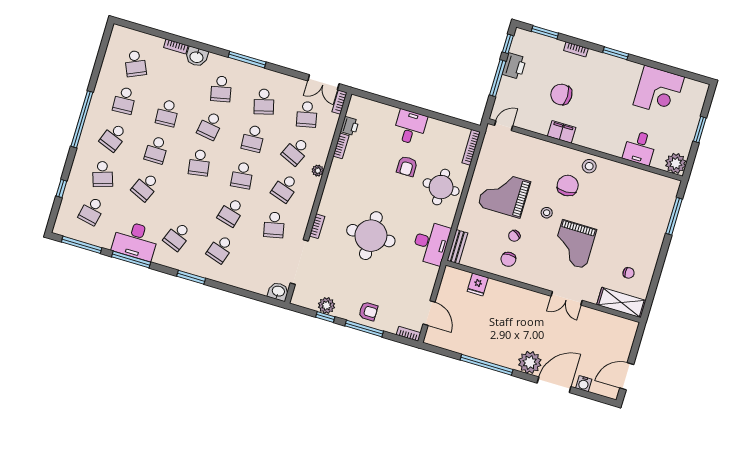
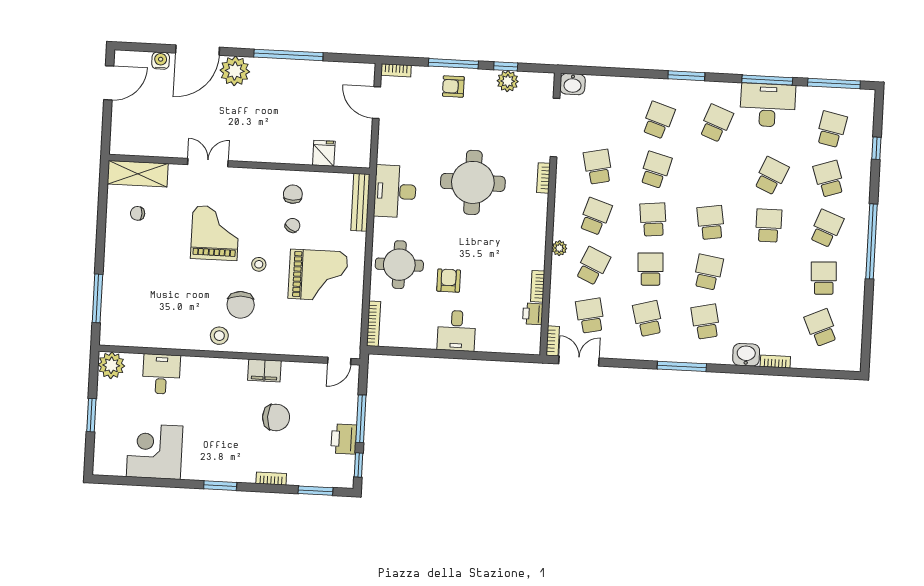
school desk: (167, 113) -> (766, 275), removed
bench: (457, 247) -> (360, 202), width x1.36

